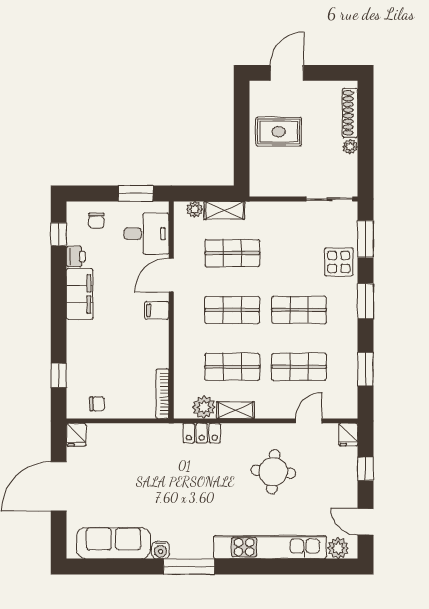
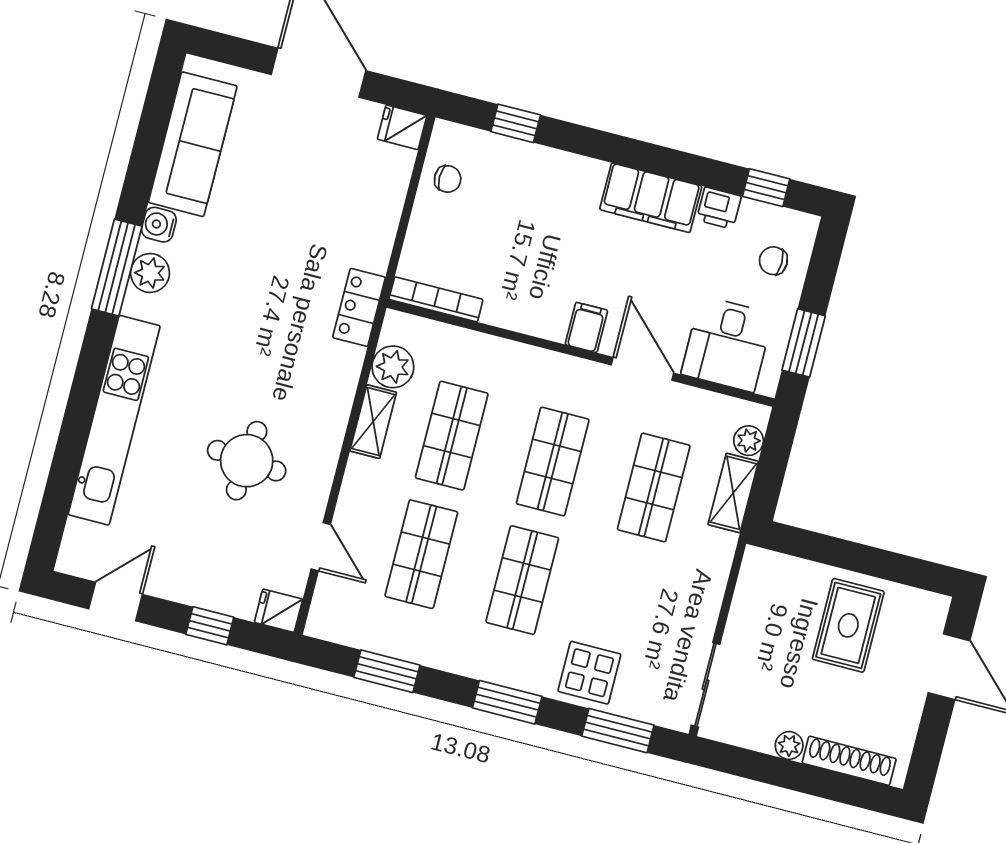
chair: (97, 404) -> (448, 179), turned -90
locker: (202, 433) -> (359, 307), moved
plant: (338, 548) -> (150, 273), moved

